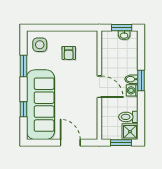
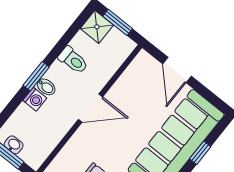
door: (99, 87) -> (90, 108), swing flipped
washing machine: (132, 90) -> (35, 99), moved
toilet: (128, 117) -> (73, 60), moved

